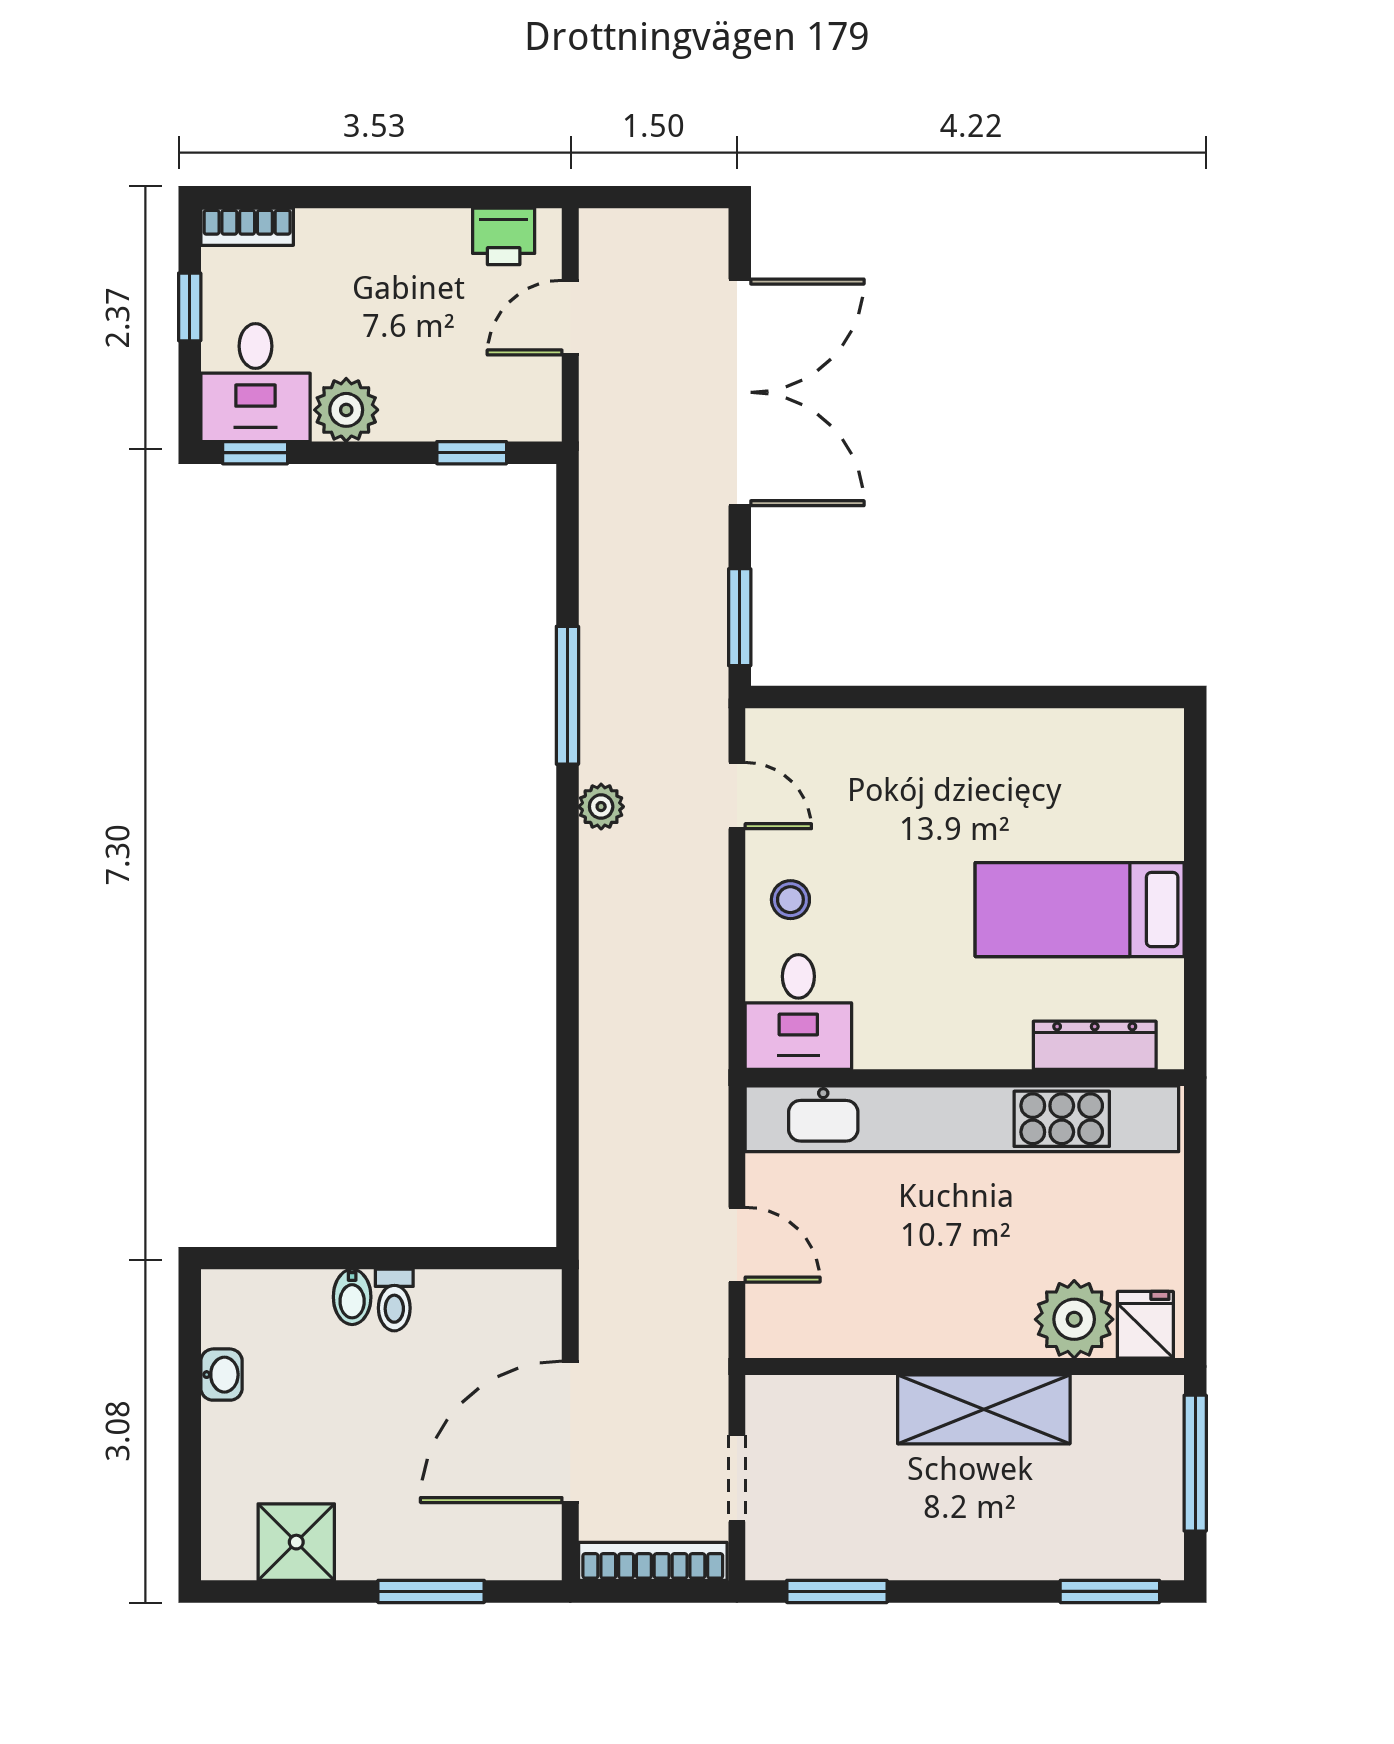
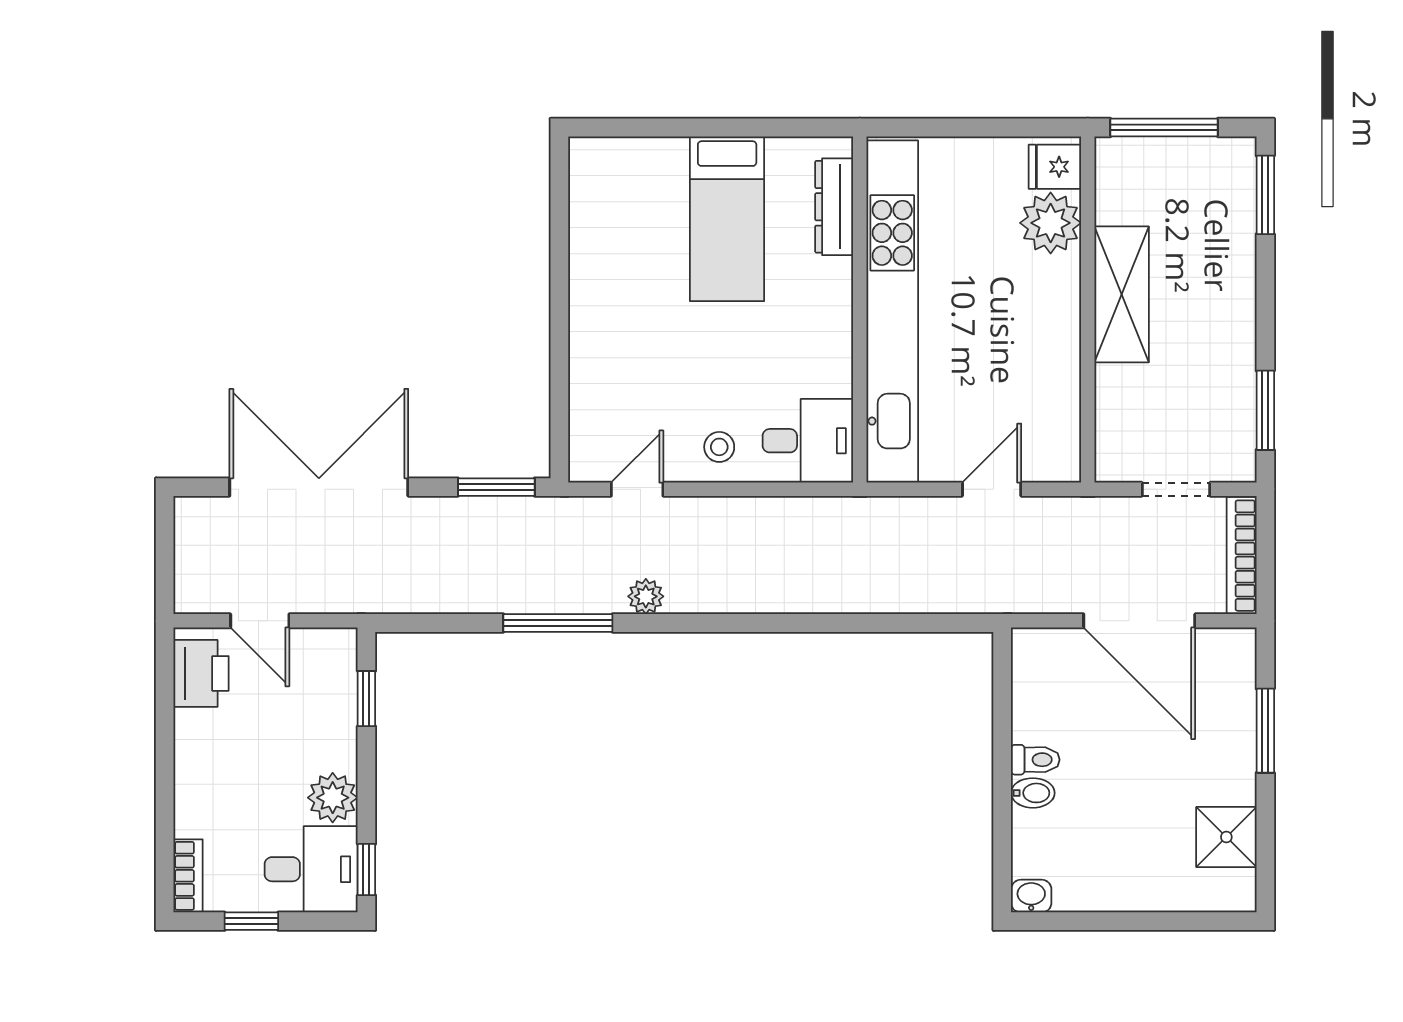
printer: (504, 236) -> (201, 673), width x1.36, depth x1.24
washbasin: (222, 1375) -> (1031, 896), moved

